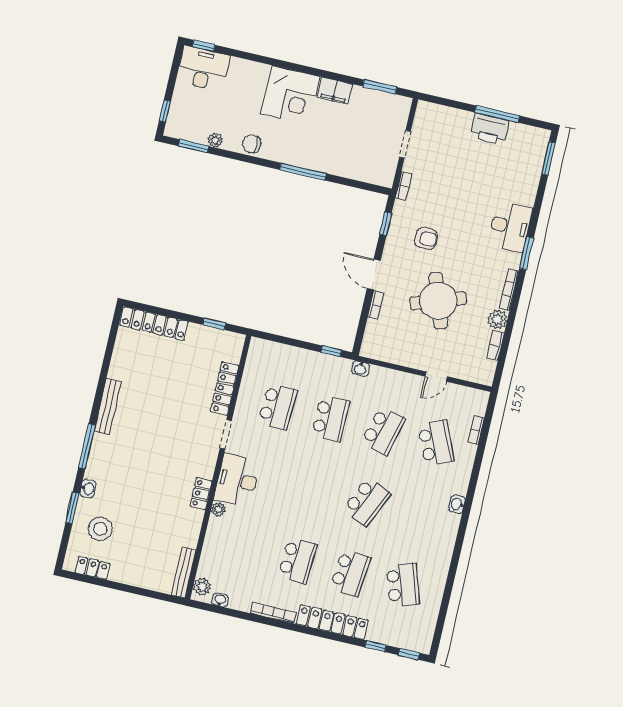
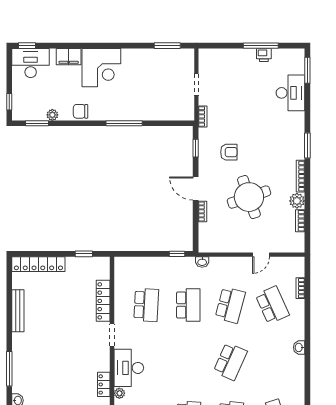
filing cabinet: (335, 91) -> (69, 57), moved
printer: (490, 129) -> (264, 55), width x0.53, depth x0.68
desk: (510, 227) -> (290, 93), moved
bench: (108, 407) -> (18, 311), moved

